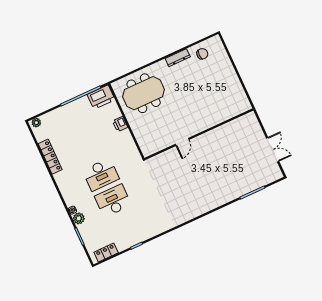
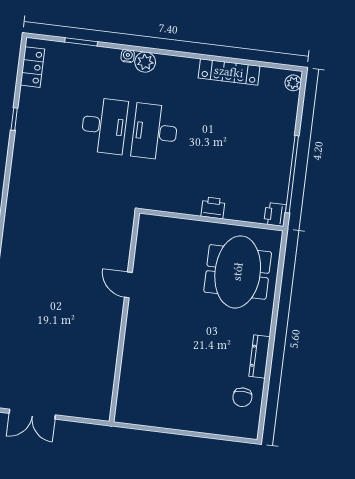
printer: (101, 97) -> (275, 214), width x0.53, depth x0.68
plant: (79, 218) -> (145, 62), moved

